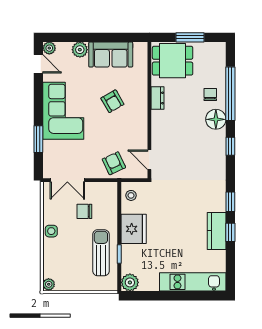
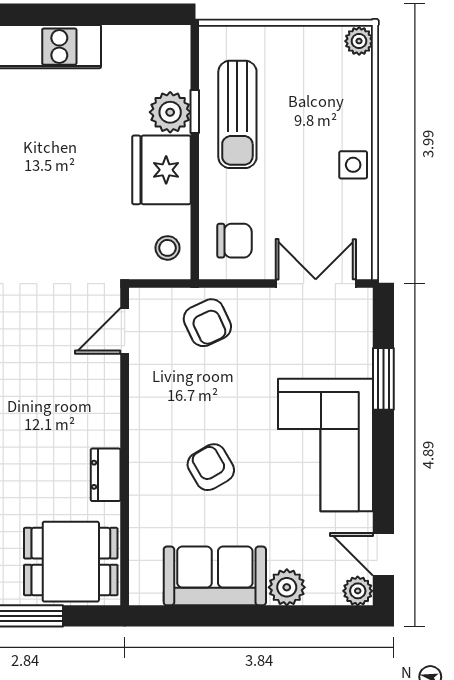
door: (149, 160) -> (125, 331), swing flipped
chair: (84, 211) -> (235, 241), moved
plant: (130, 282) -> (170, 112), moved

